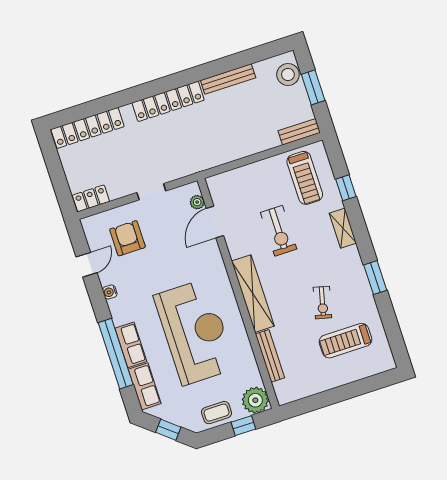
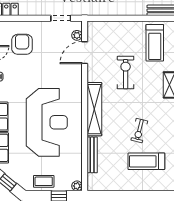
doorway: (151, 192) -> (61, 18), moved
exercise bike: (279, 231) -> (126, 73), turned 180
plant: (255, 400) -> (77, 186), width x0.53, depth x0.53

